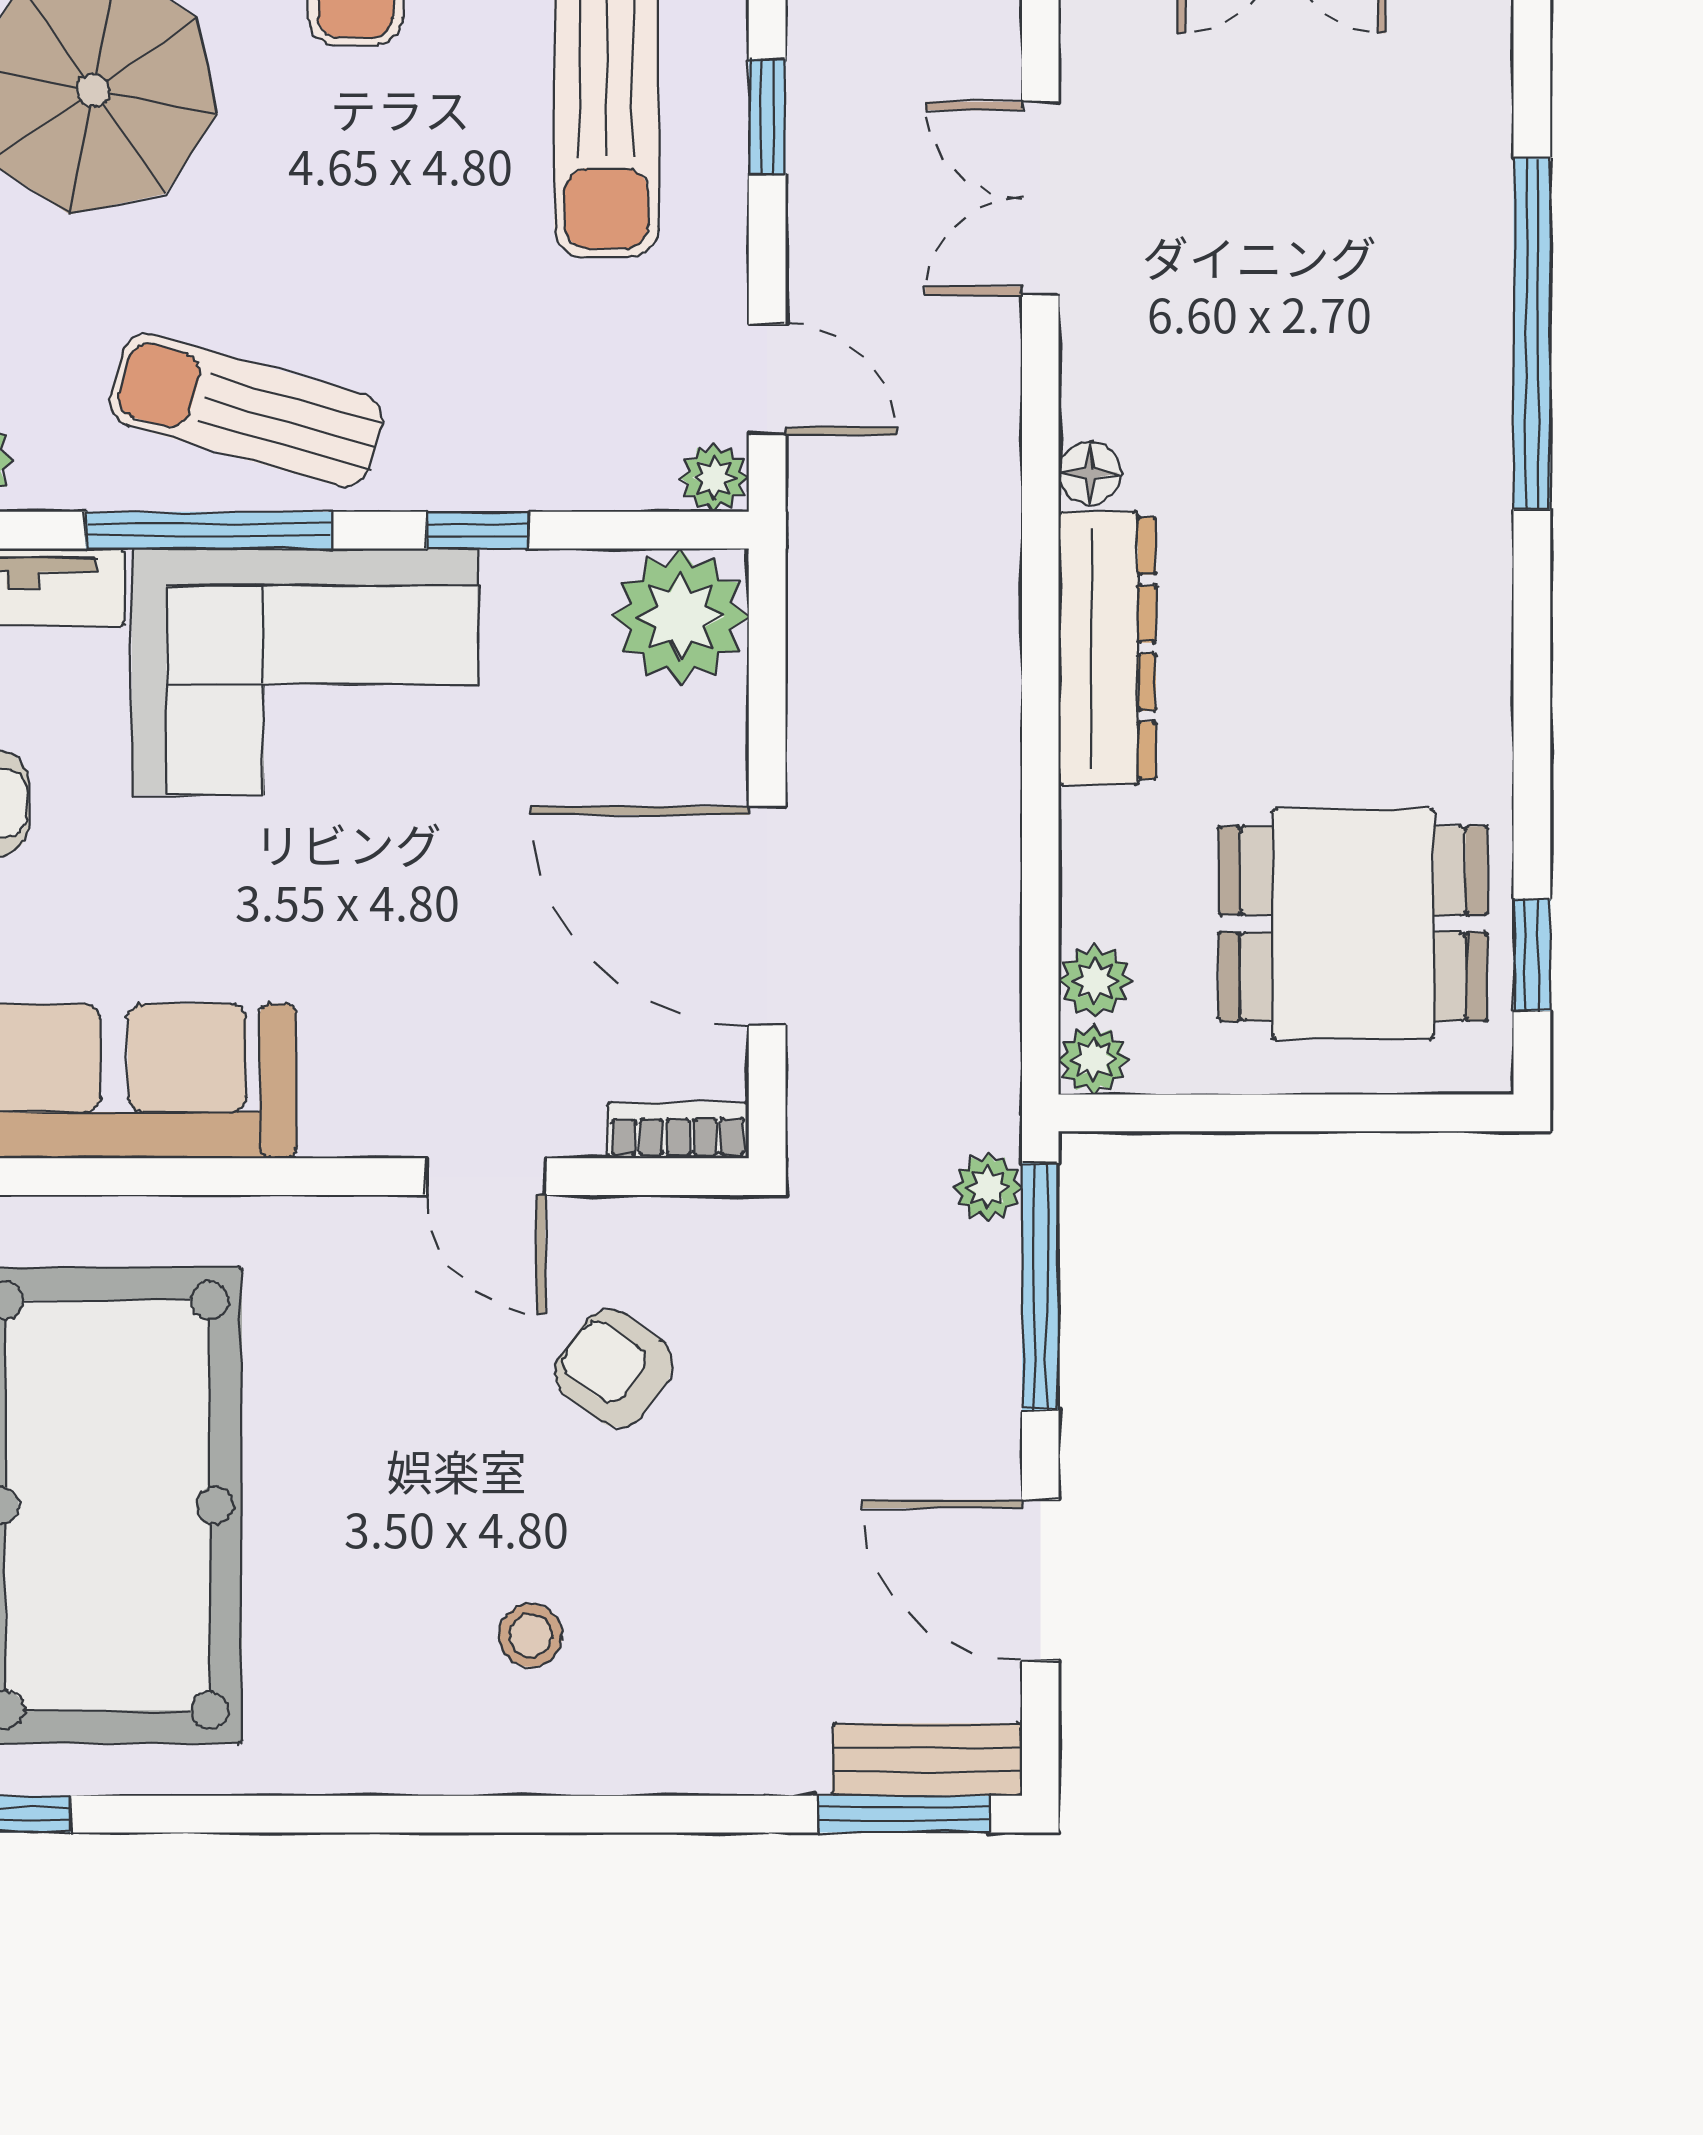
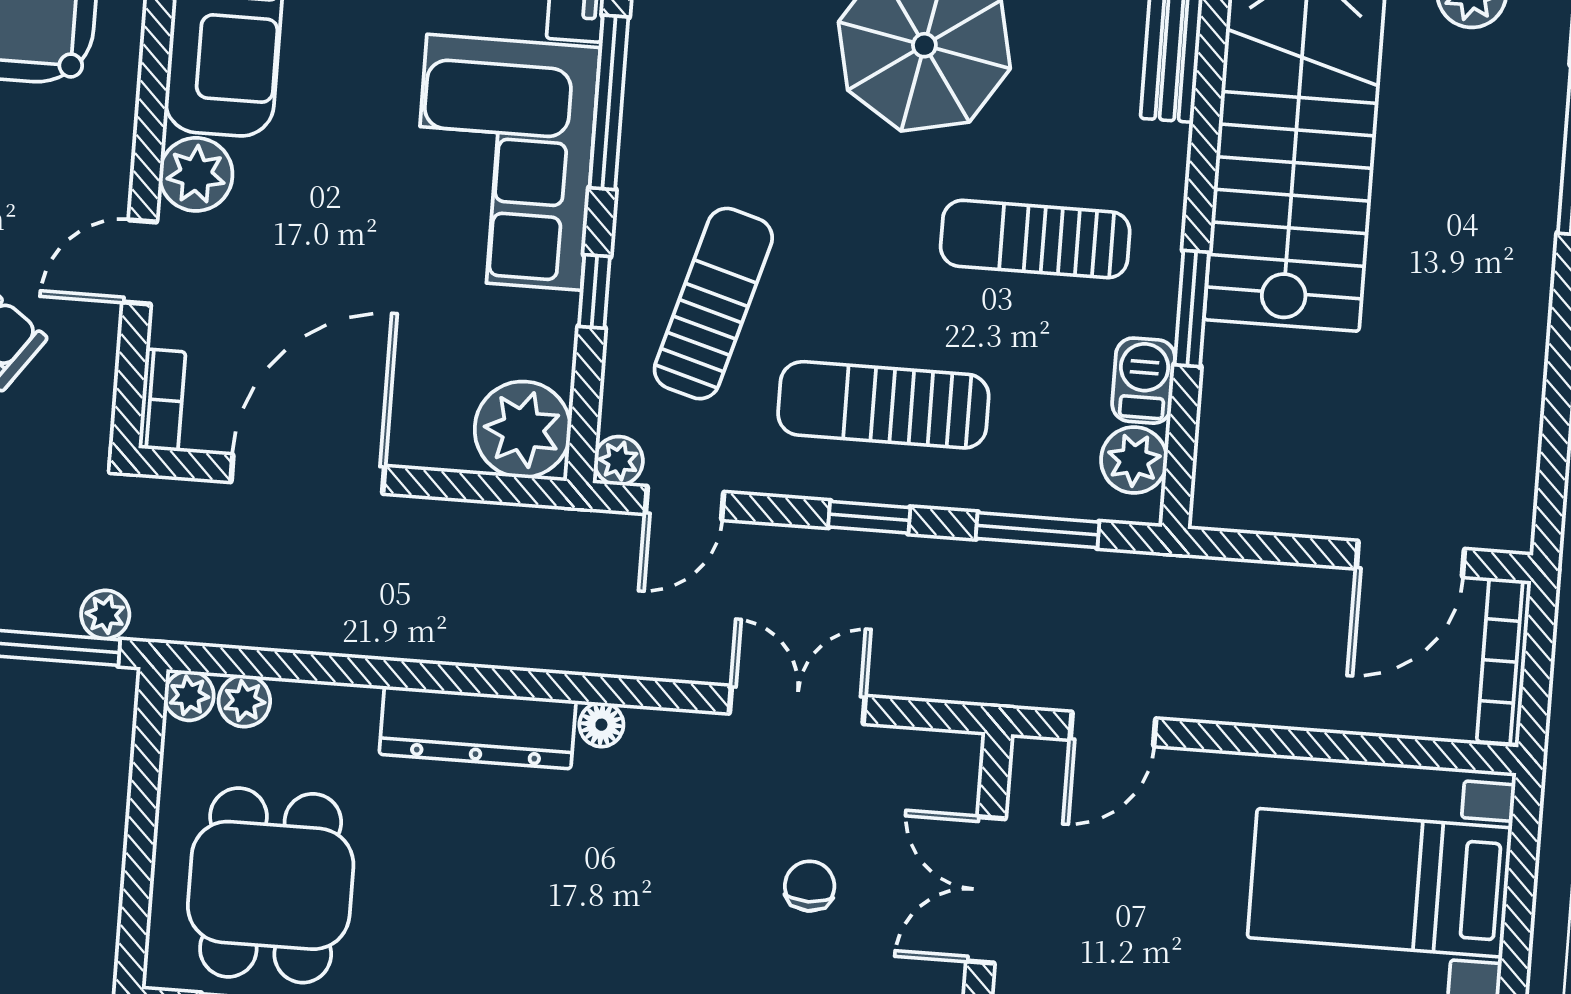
chair: (1295, 161) -> (810, 886), added
sun lounger: (246, 410) -> (713, 304), moved
plant: (355, 1107) -> (196, 174), added

